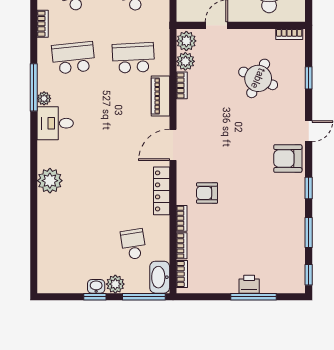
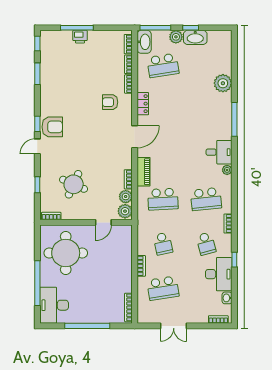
window: (34, 87) -> (234, 119), moved
plant: (50, 181) -> (223, 83), moved
window: (309, 188) -> (37, 124), moved
locker: (162, 191) -> (143, 104), width x0.66
armchair: (207, 193) -> (110, 102), turned 180
school desk: (133, 244) -> (163, 65), width x1.85
washbasin: (96, 286) -> (195, 37), width x1.91, depth x1.45

